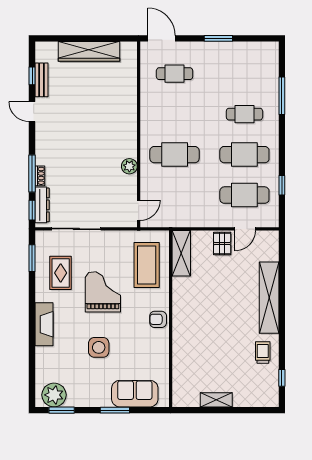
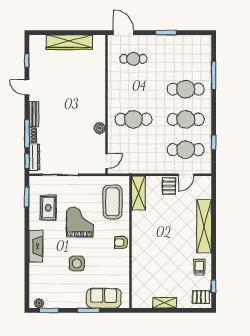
bench: (42, 80) -> (34, 114), moved
cafe table: (244, 114) -> (186, 89), width x1.37, depth x1.35
pallet: (265, 392) -> (201, 297), added
plant: (54, 395) -> (39, 303), width x0.53, depth x0.53

